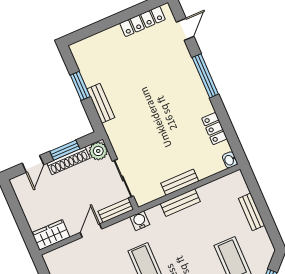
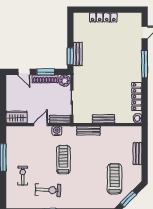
locker: (143, 21) -> (103, 17), moved
window: (80, 86) -> (70, 56), moved
locker: (214, 129) -> (137, 97), width x1.53
door: (33, 164) -> (24, 72), hinge flipped
bench: (180, 203) -> (88, 131), moved
water cooler: (140, 221) -> (57, 131), moved

